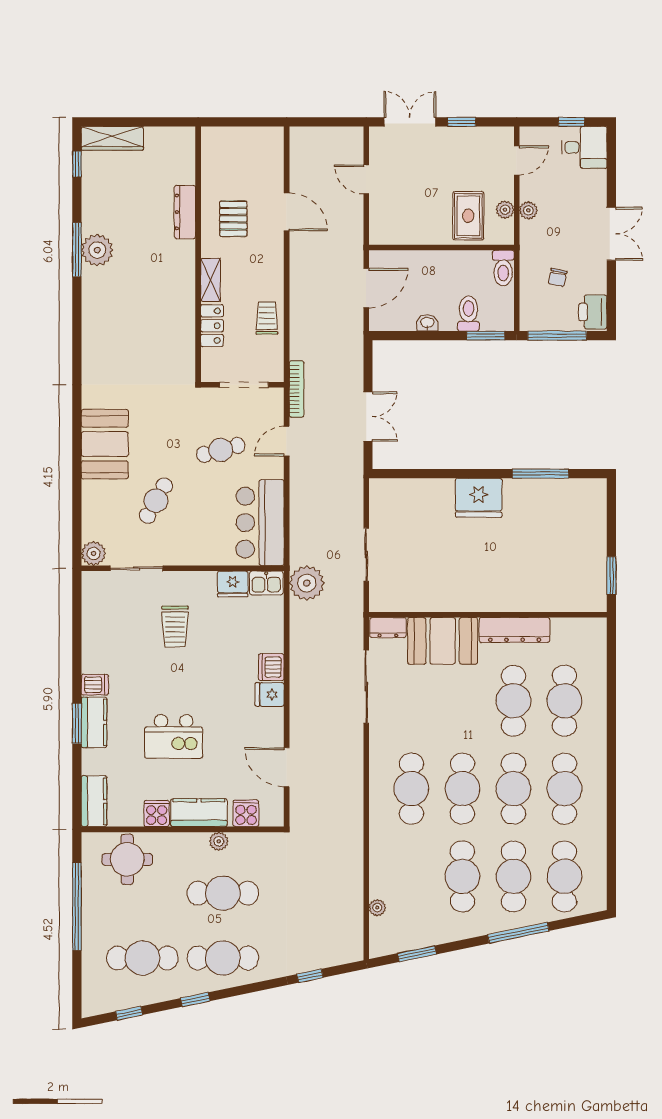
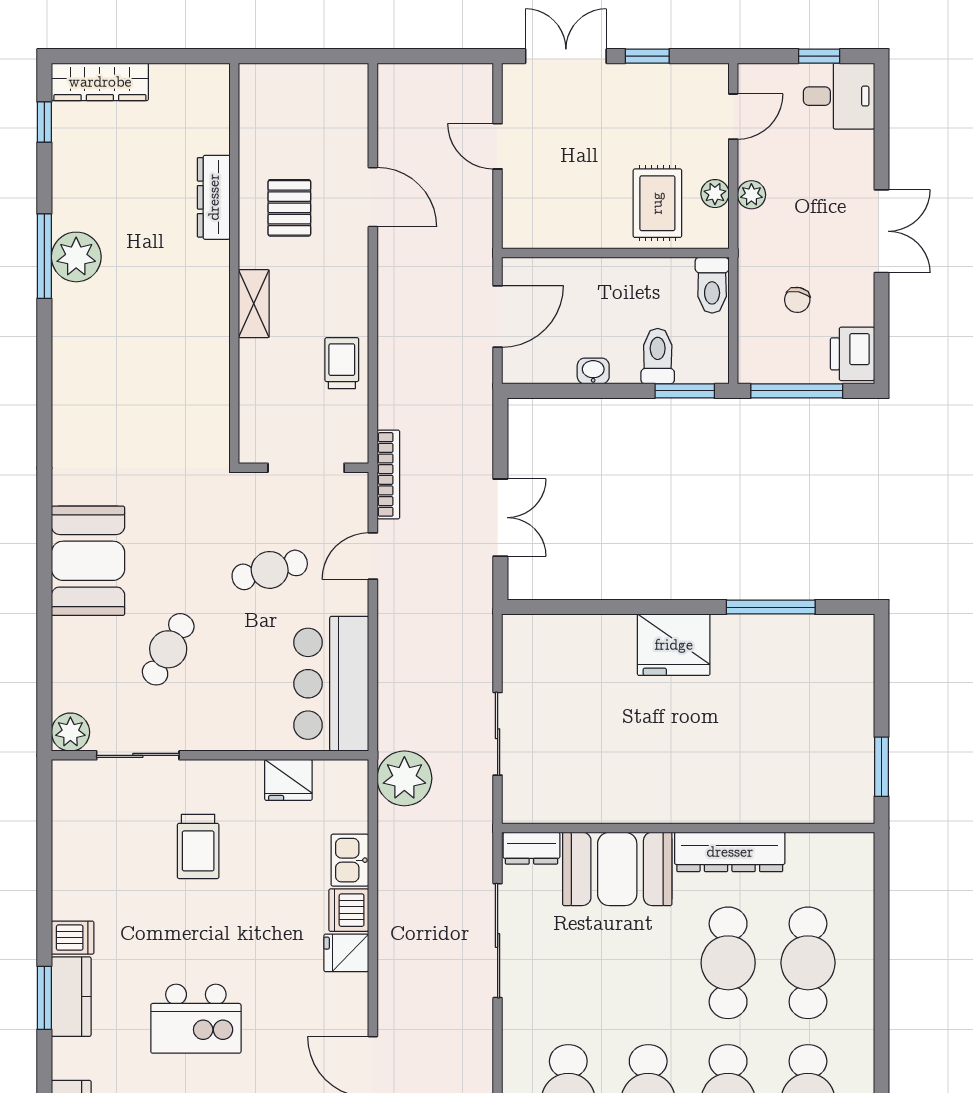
locker: (212, 326) -> (256, 375), removed
kitchen sink: (266, 583) -> (350, 860), moved, turned 90

